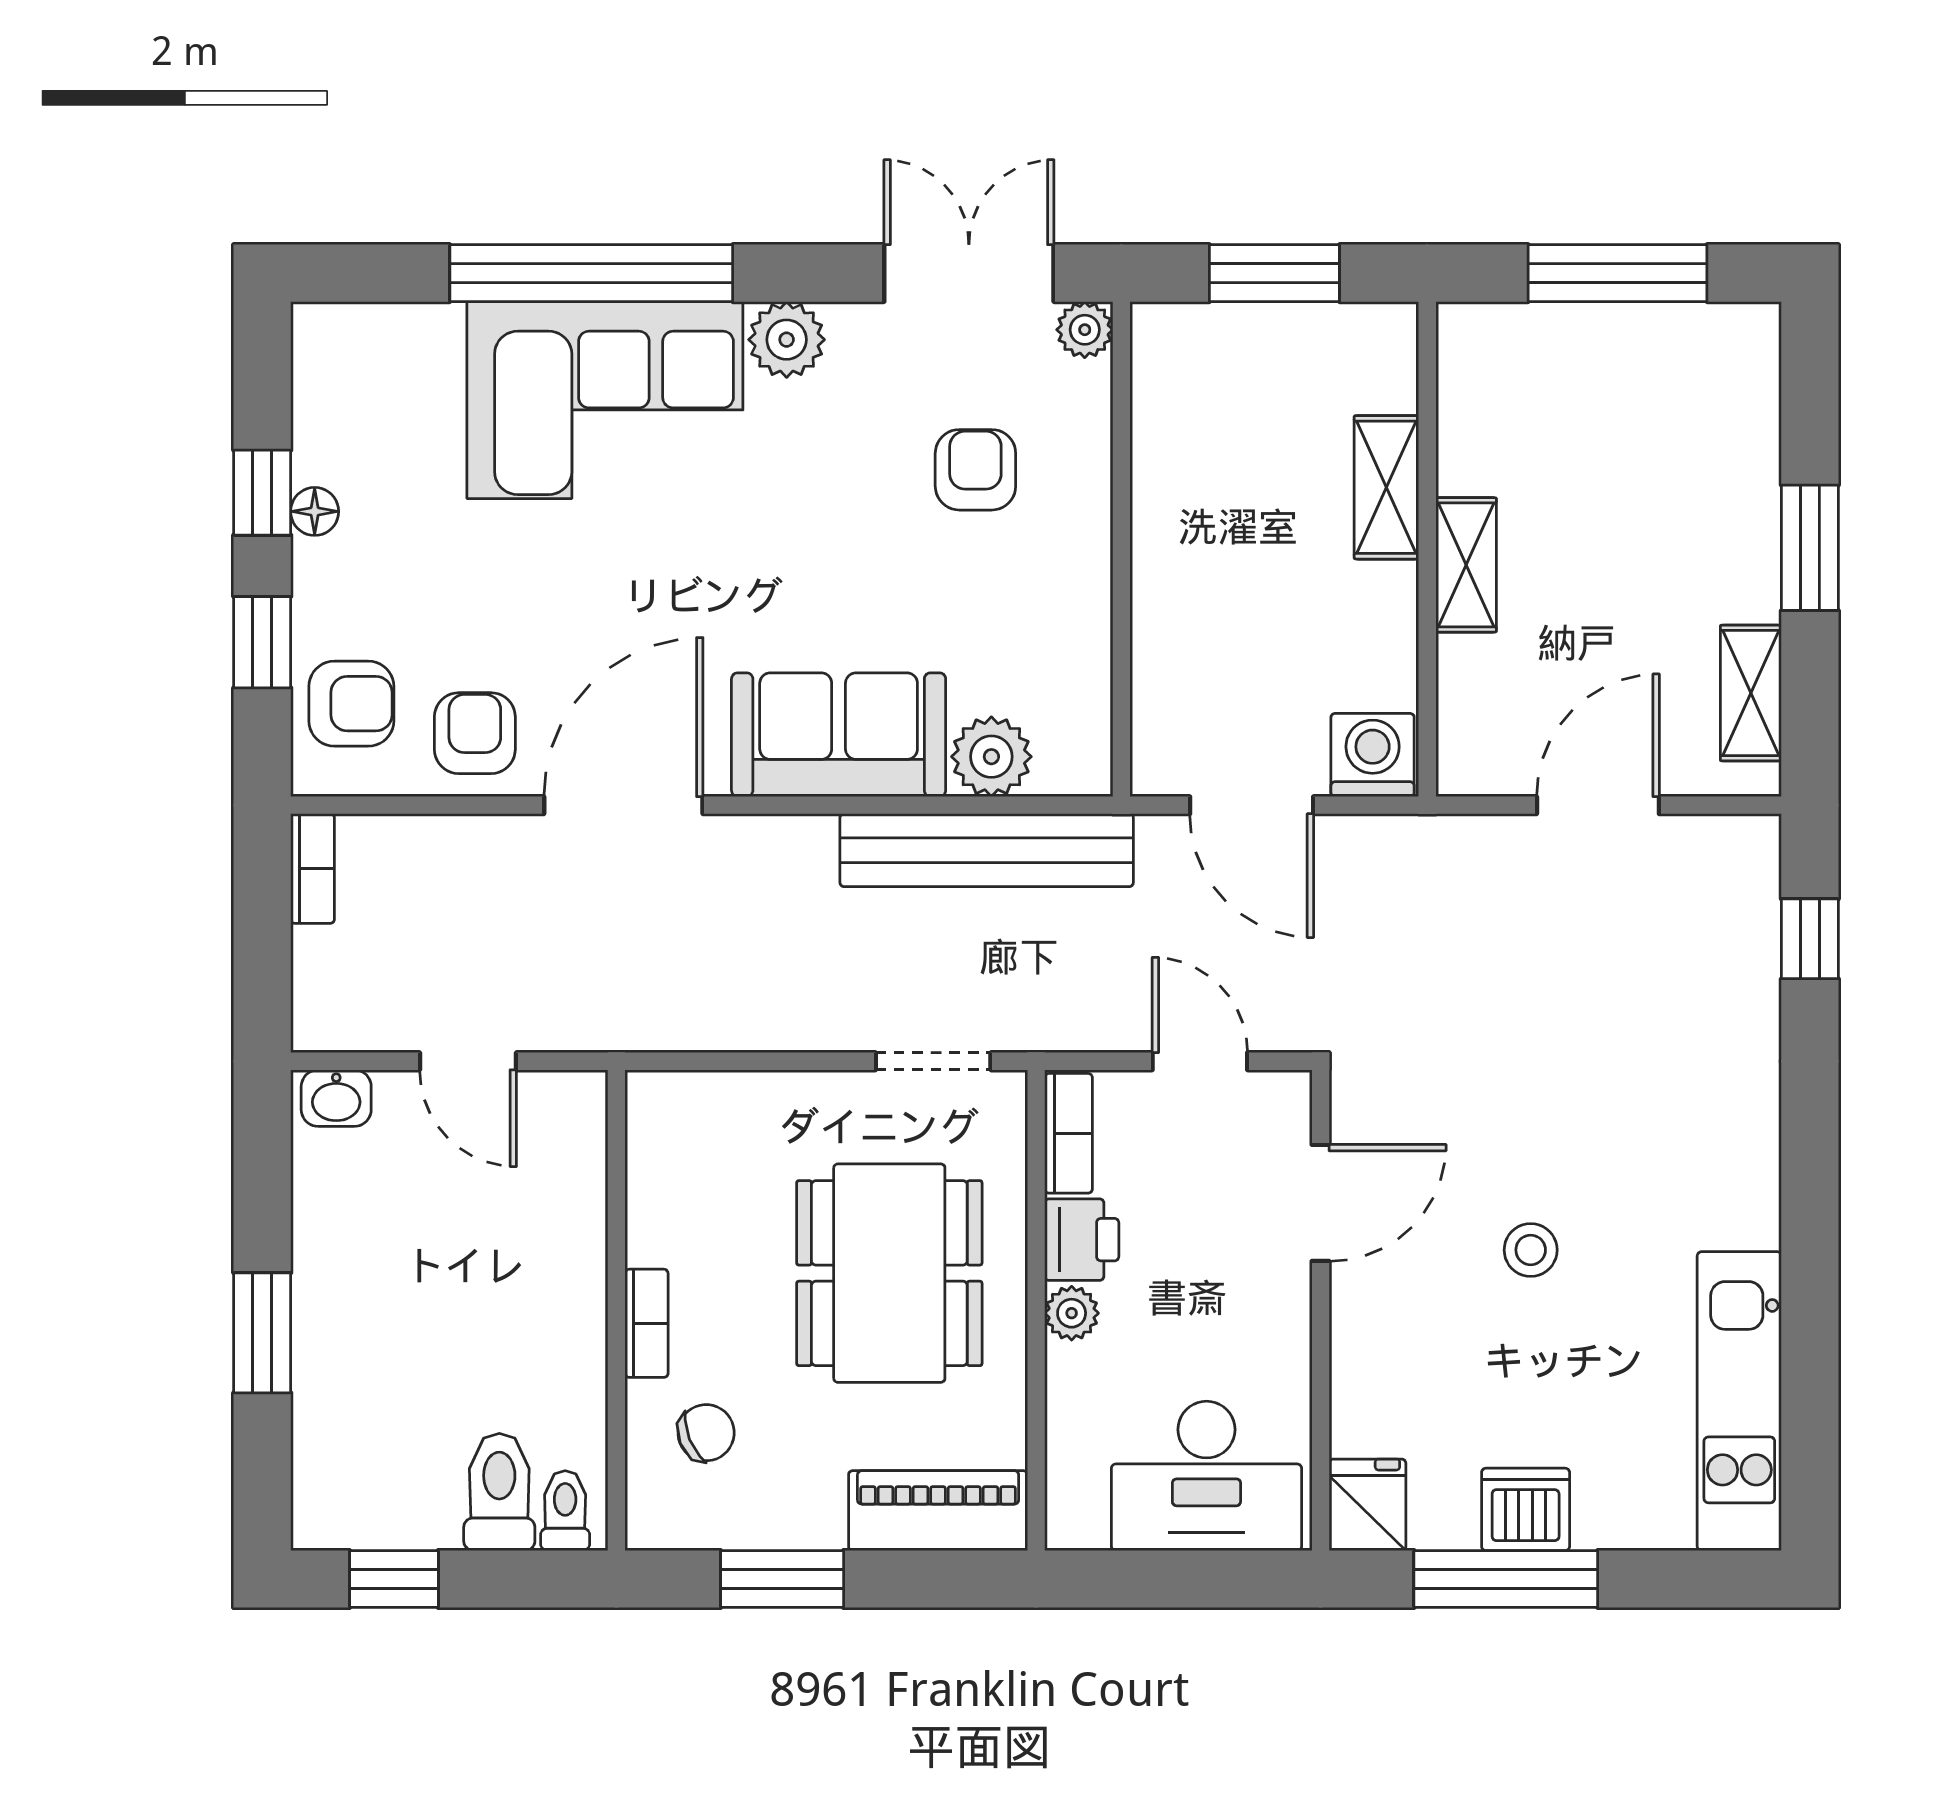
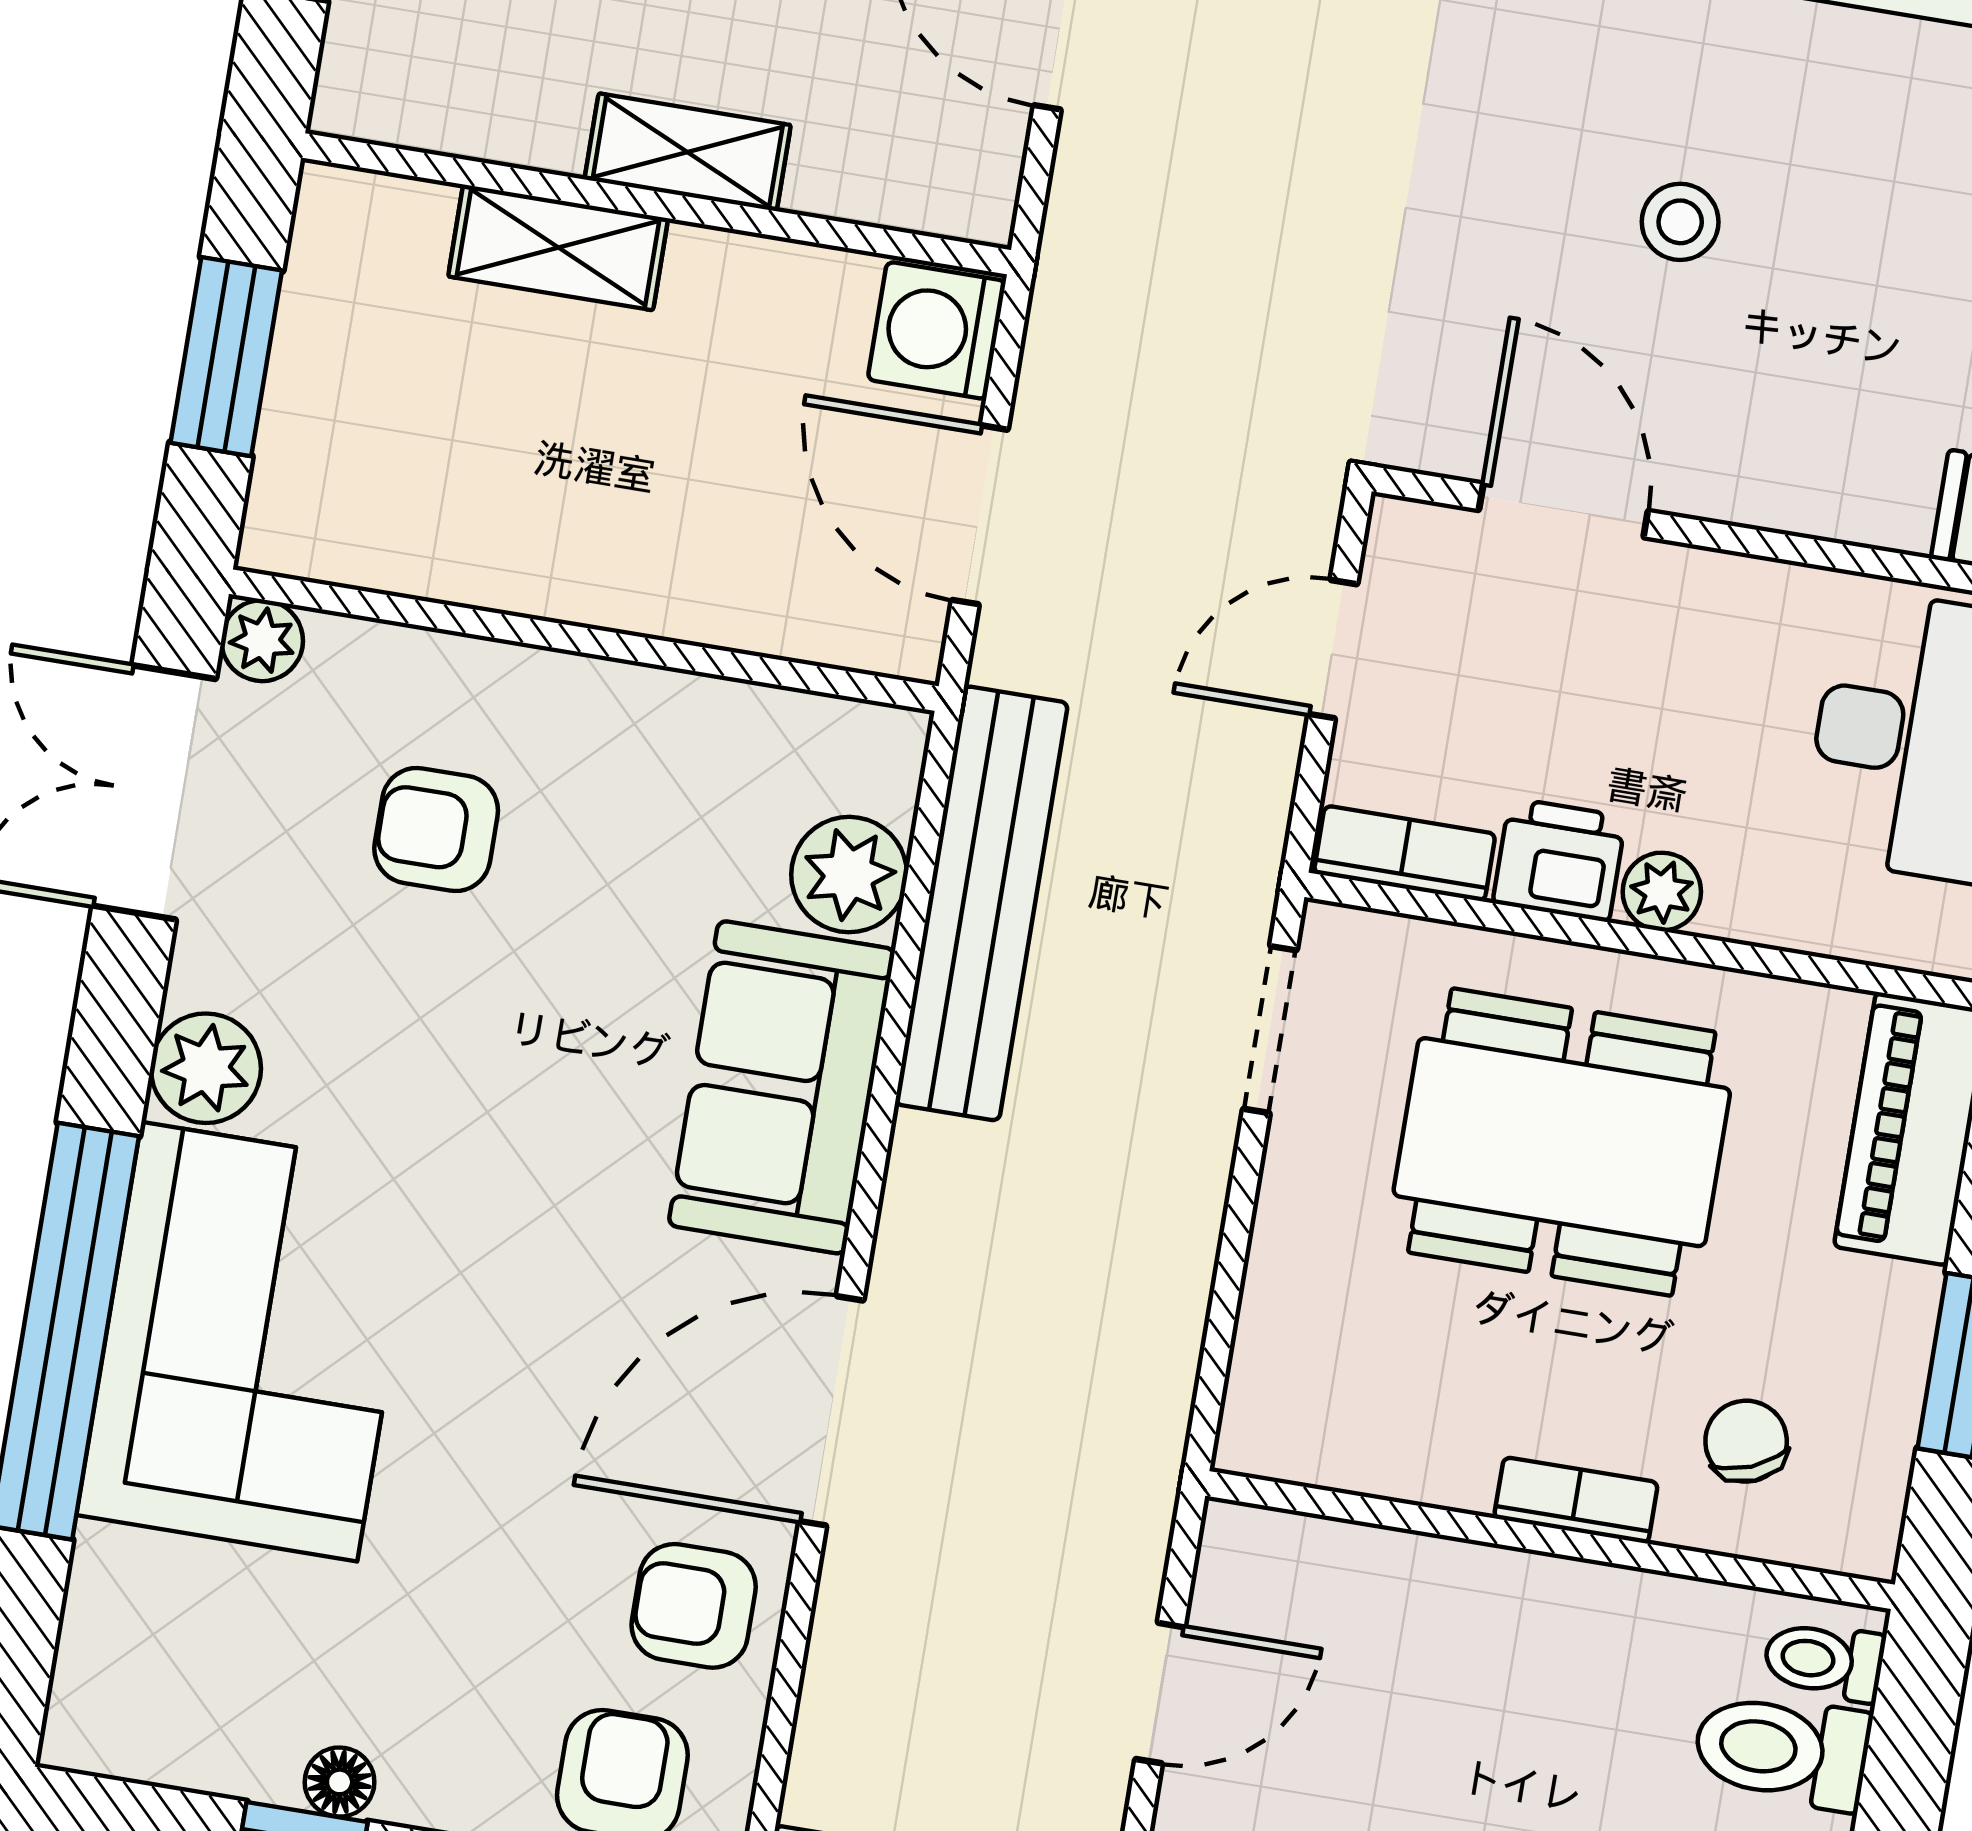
door: (623, 805) -> (831, 1411), hinge flipped
door: (1252, 805) -> (980, 515), swing flipped

